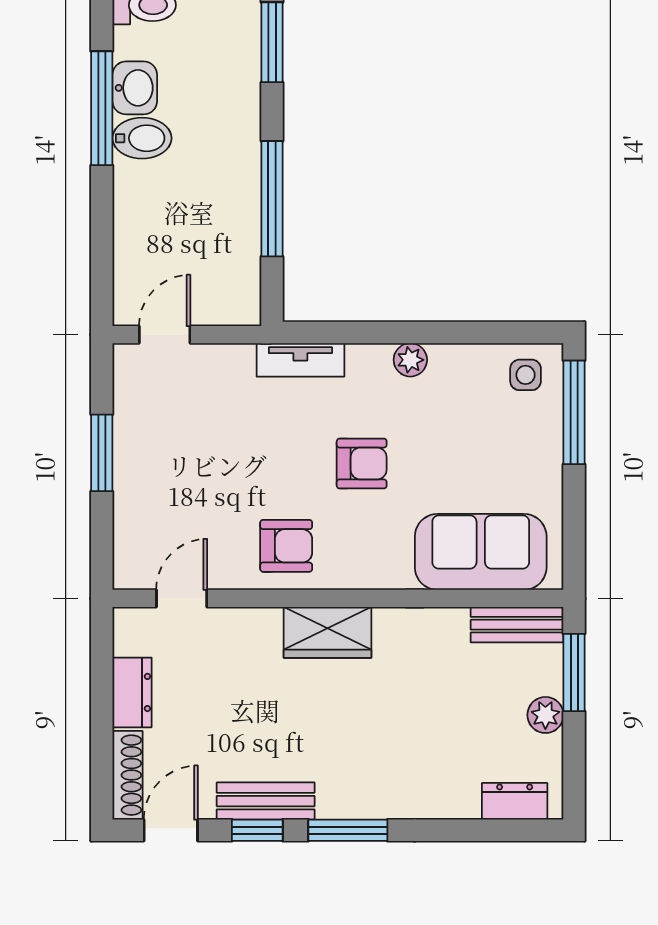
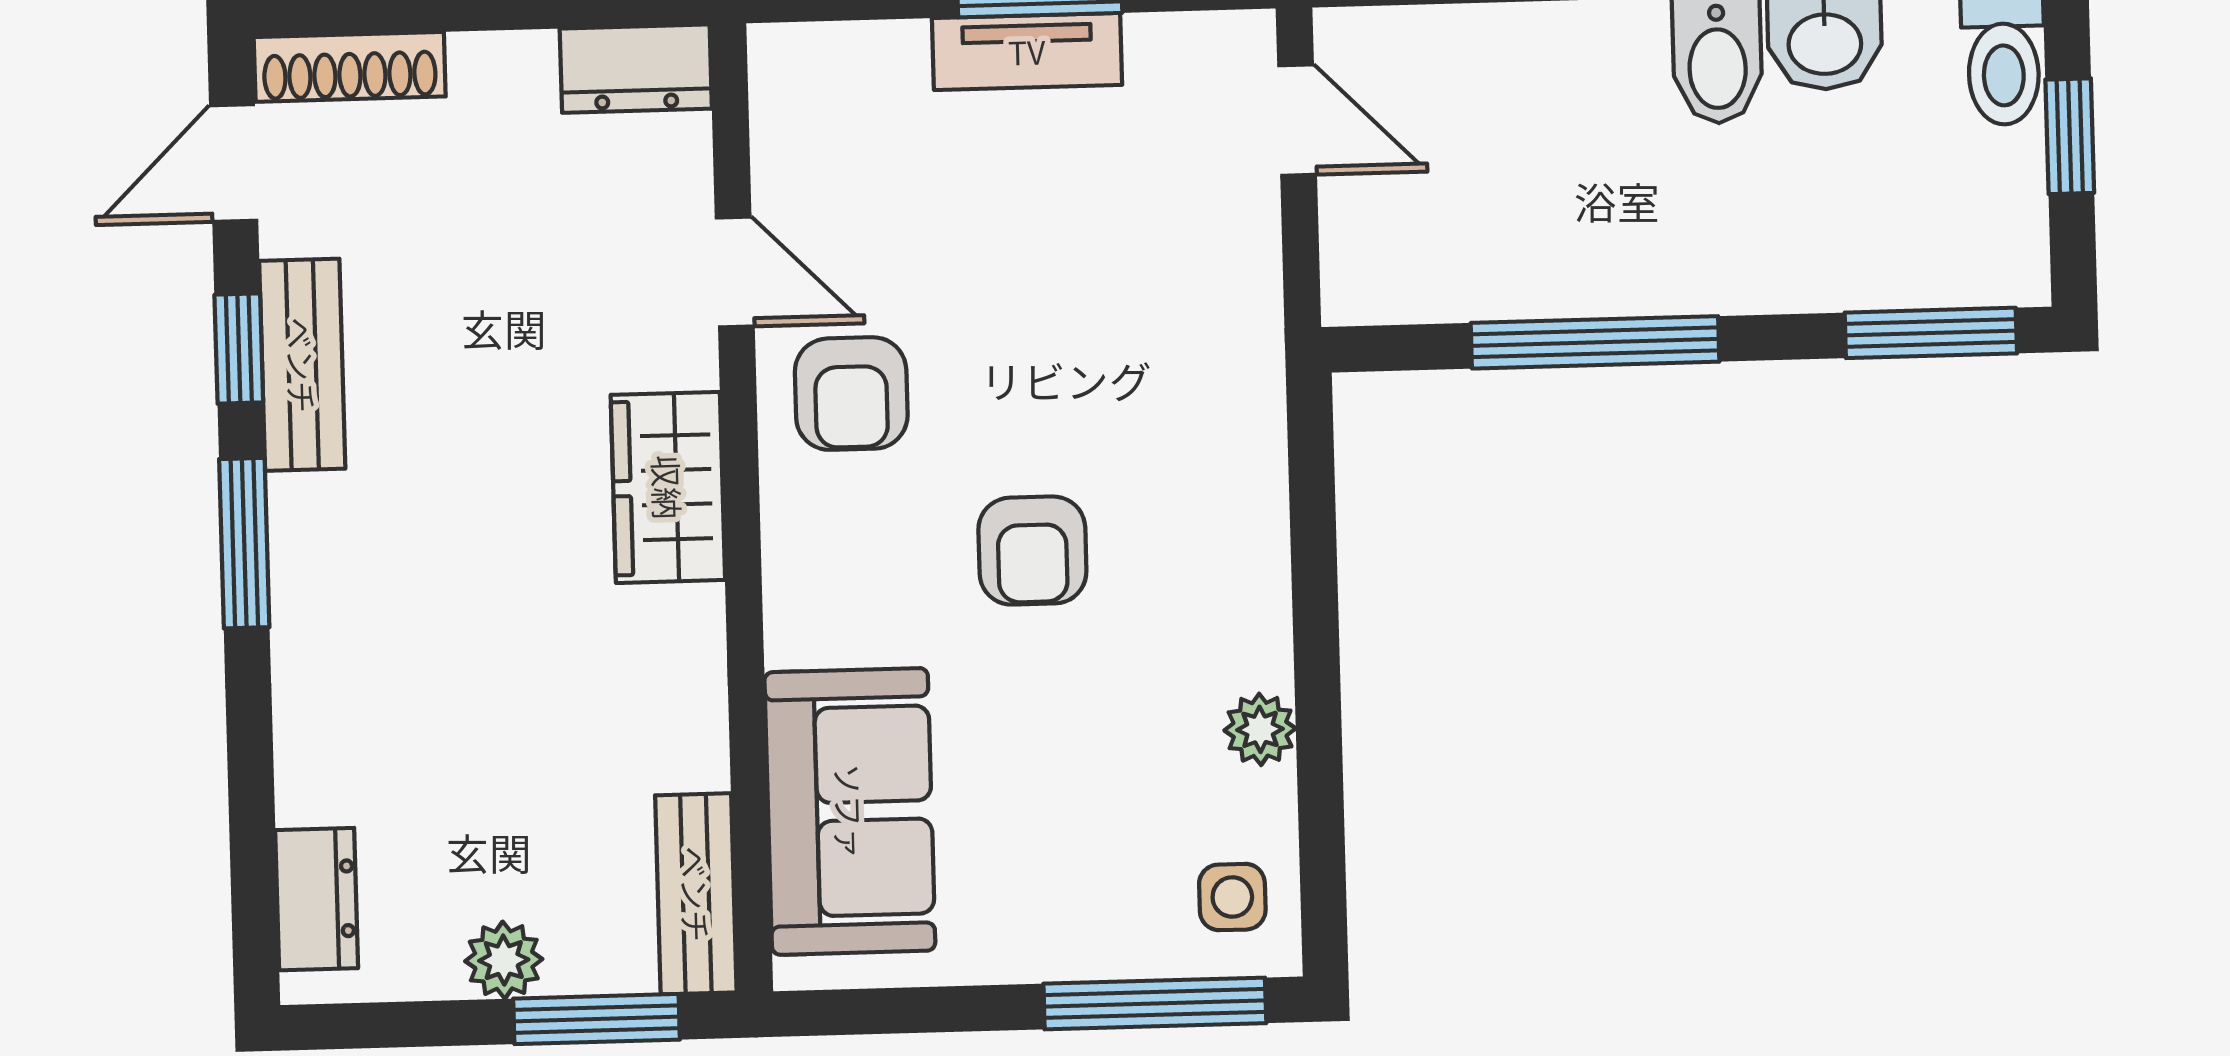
tv unit: (300, 360) -> (1027, 51), moved, turned -90
plant: (410, 360) -> (1260, 729), moved
door: (182, 598) -> (735, 272), moved
dresser: (132, 692) -> (636, 69), moved
door: (171, 830) -> (234, 163), swing flipped

